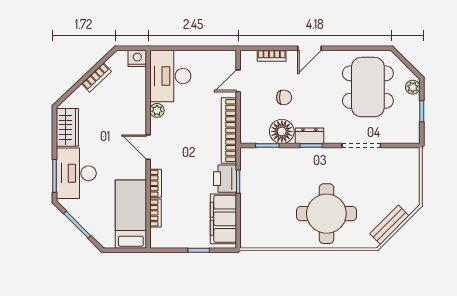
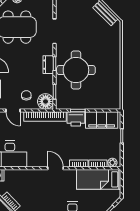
chair: (284, 97) -> (26, 95), moved
plant: (157, 110) -> (112, 163), moved
floor lamp: (282, 131) -> (46, 101), moved
door: (148, 147) -> (56, 168), swing flipped
round table: (326, 214) -> (76, 70), moved

